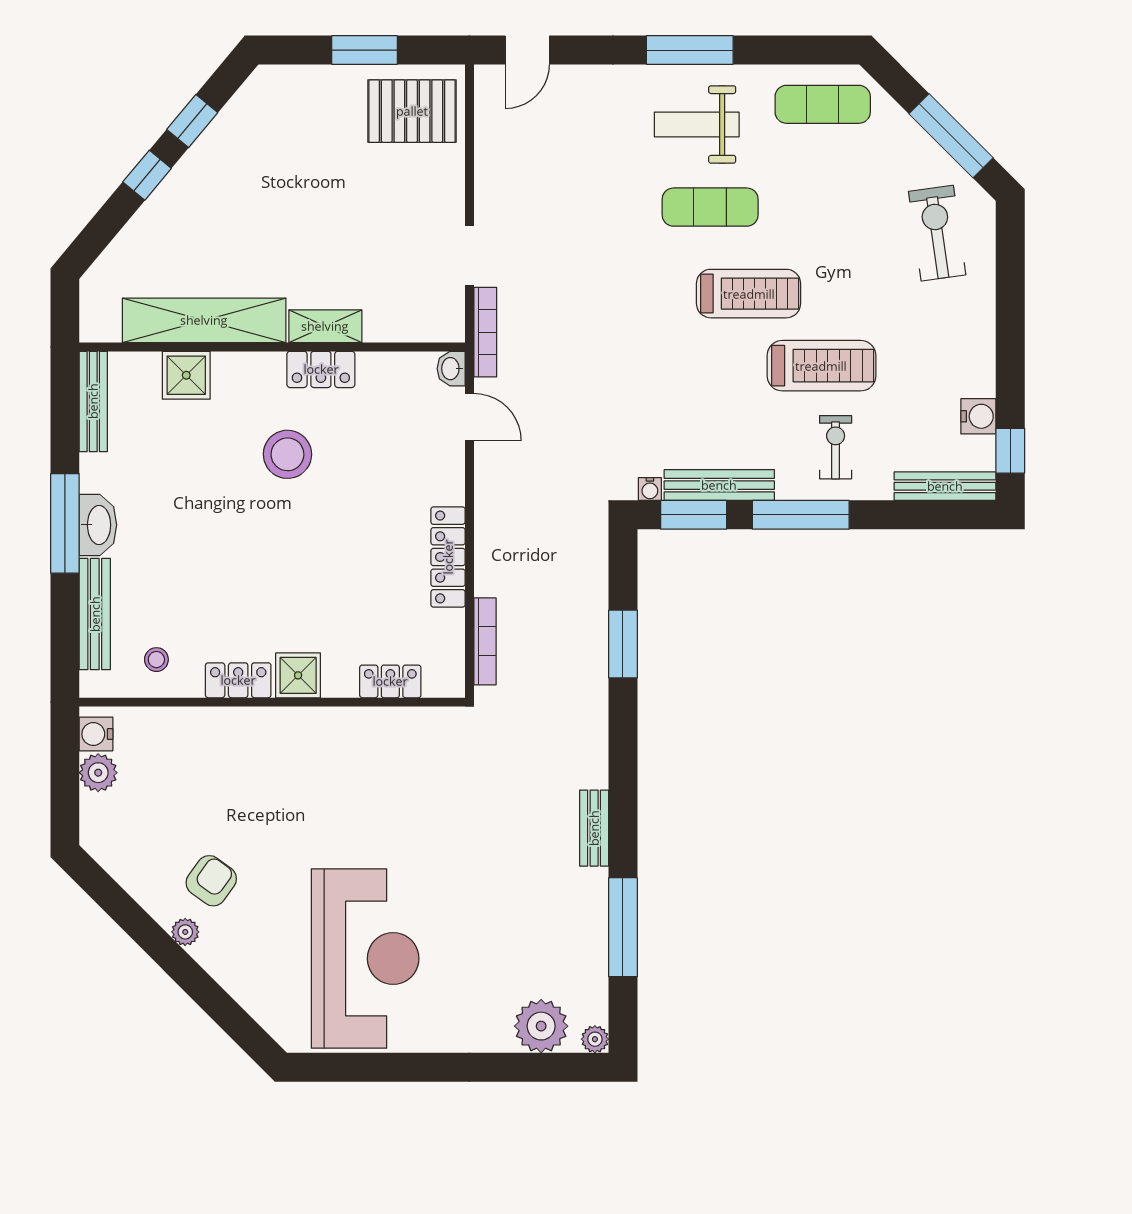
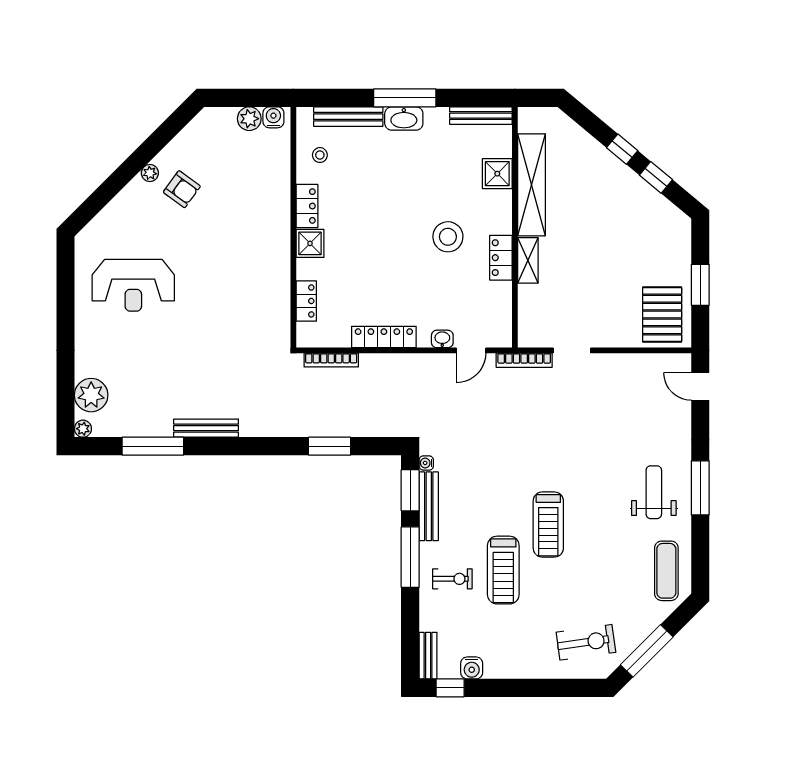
exercise mat: (710, 207) -> (602, 501), removed
washbasin: (451, 369) -> (442, 339), moved
bench: (945, 486) -> (428, 656), width x0.73
bench: (594, 828) -> (206, 428), width x1.36
reception desk: (365, 959) -> (133, 285), width x0.74, depth x0.77

